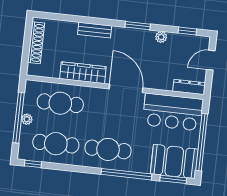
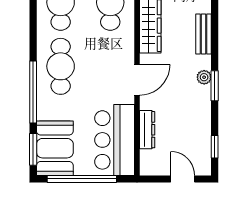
plant: (161, 37) -> (204, 77), moved
dresser: (189, 87) -> (147, 130), moved
door: (126, 88) -> (137, 80), width x0.73

